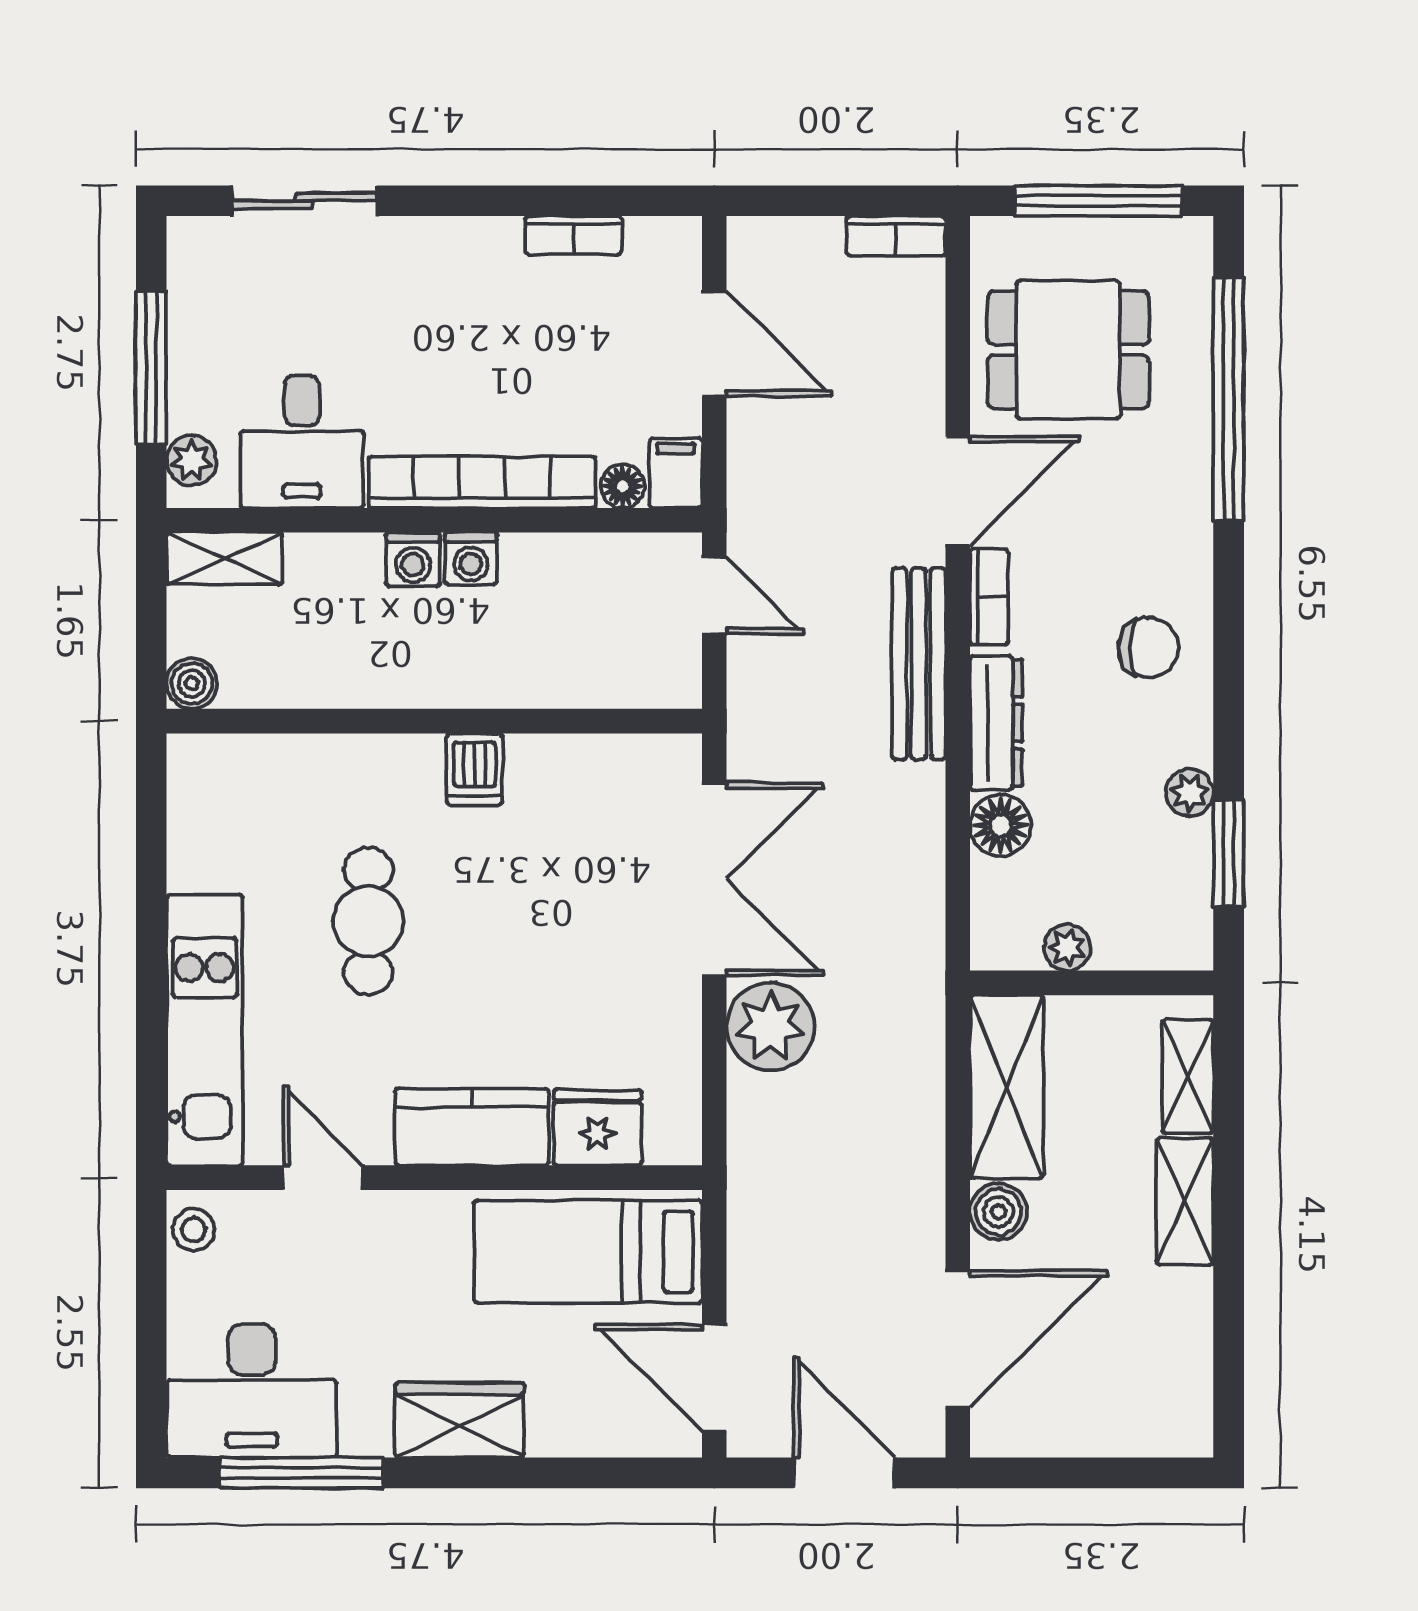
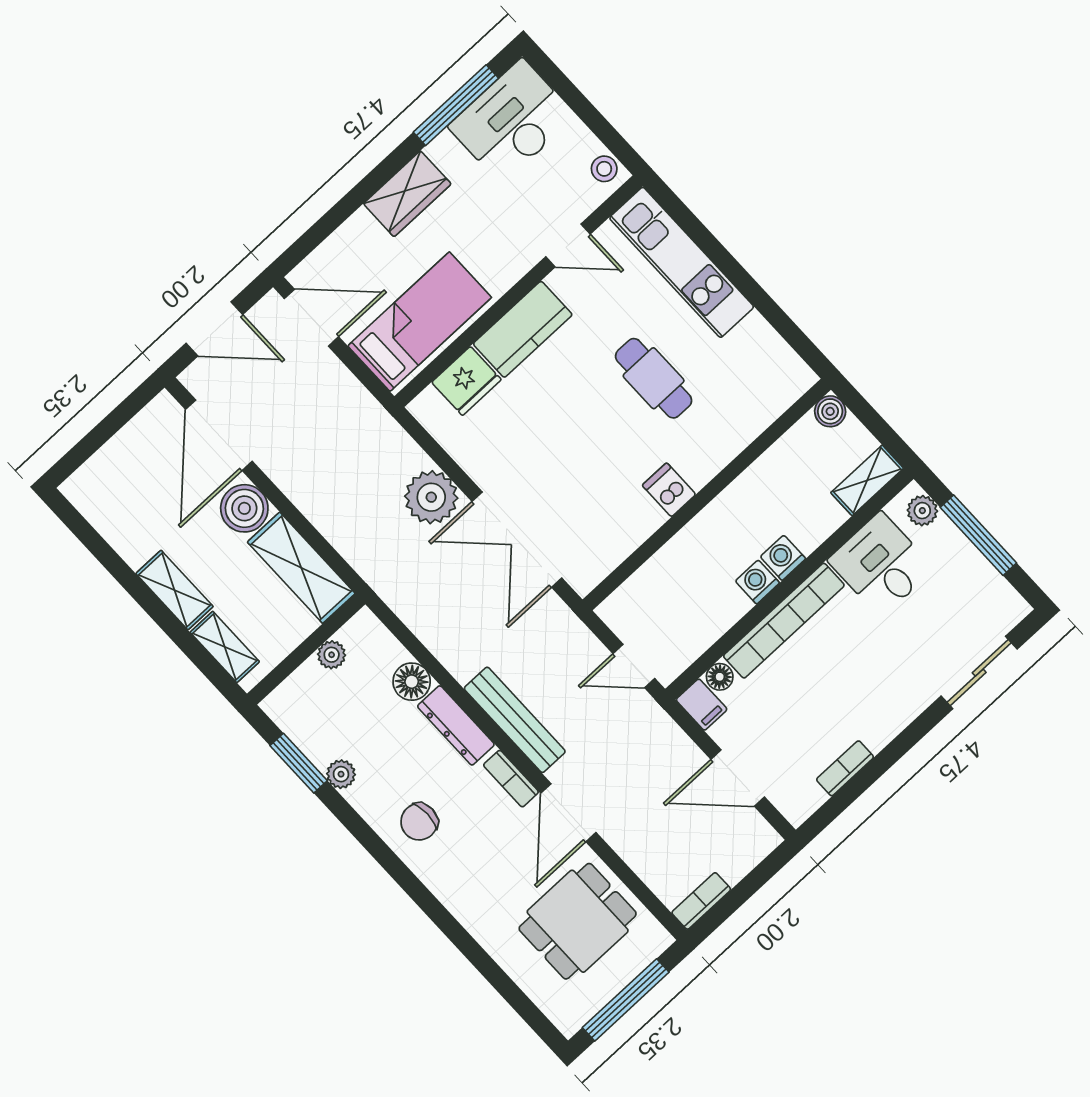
window: (1229, 400) -> (486, 965), removed
boiler: (998, 1212) -> (244, 508), width x1.36, depth x1.36

